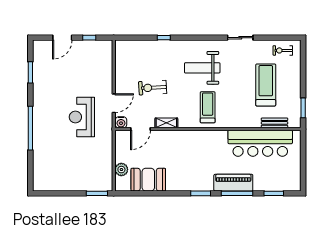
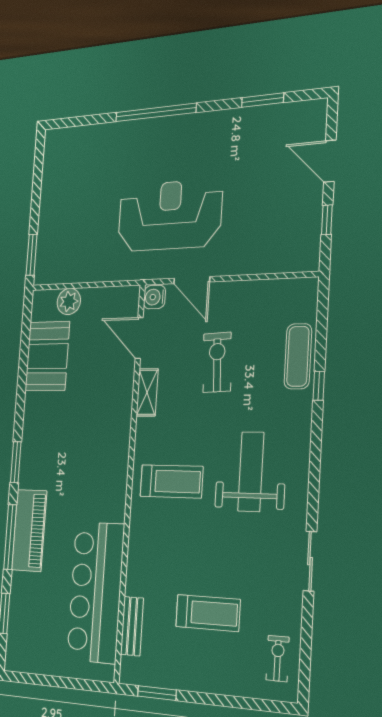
exercise mat: (151, 48) -> (298, 356), added
treadmill: (266, 85) -> (208, 613), width x0.73, depth x0.73
reception desk: (82, 117) -> (170, 215), width x1.36, depth x1.30

